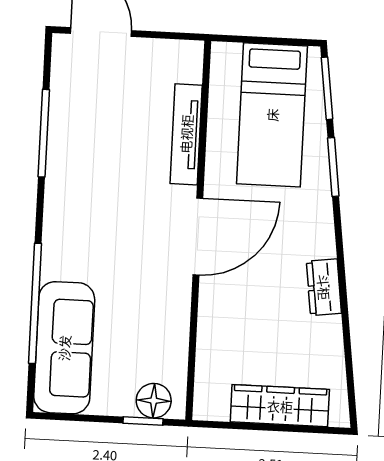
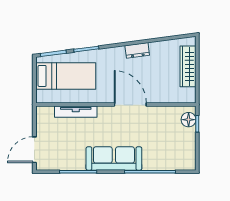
door: (198, 236) -> (130, 105), moved
sofa: (64, 348) -> (114, 158), moved

